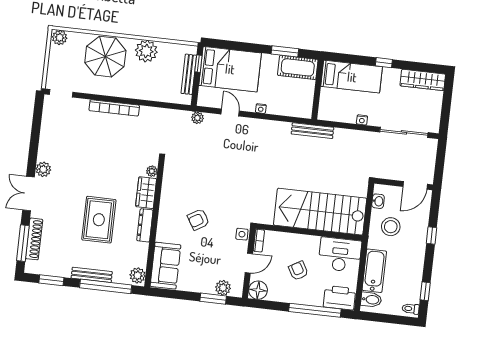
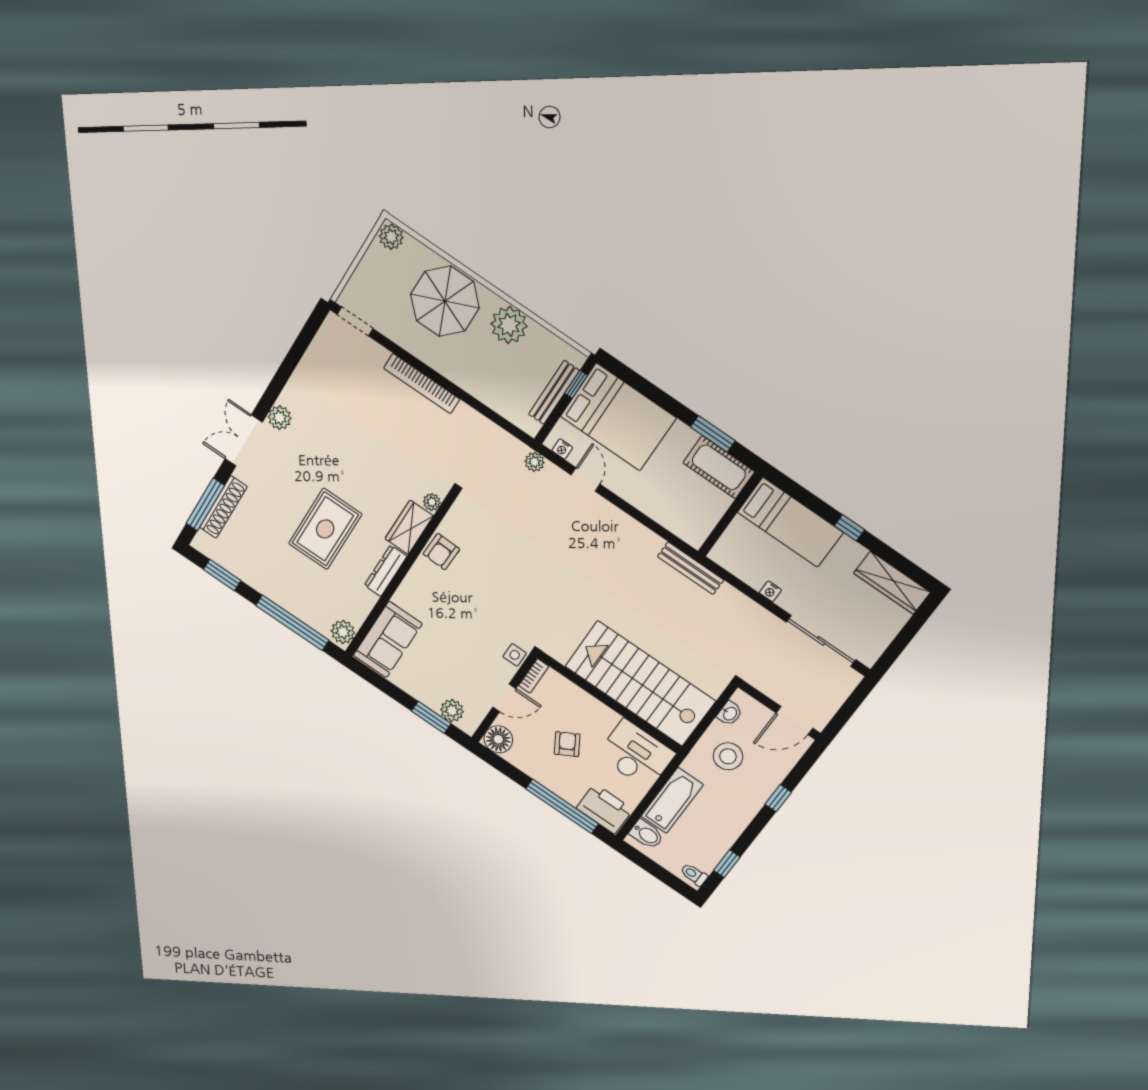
nightstand: (261, 109) -> (562, 449), moved
armchair: (198, 220) -> (441, 552), moved, turned -57
bench: (92, 275) -> (280, 597), removed

